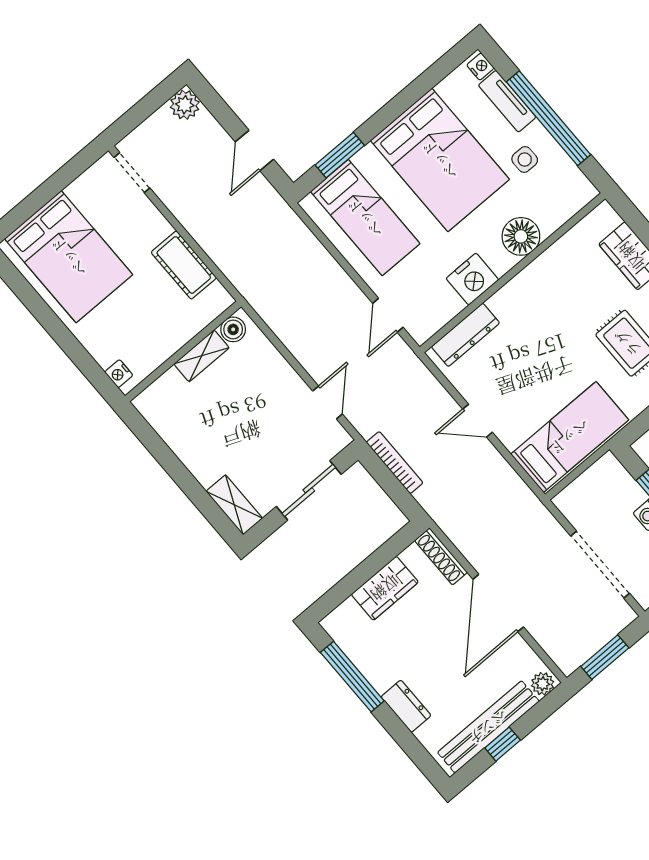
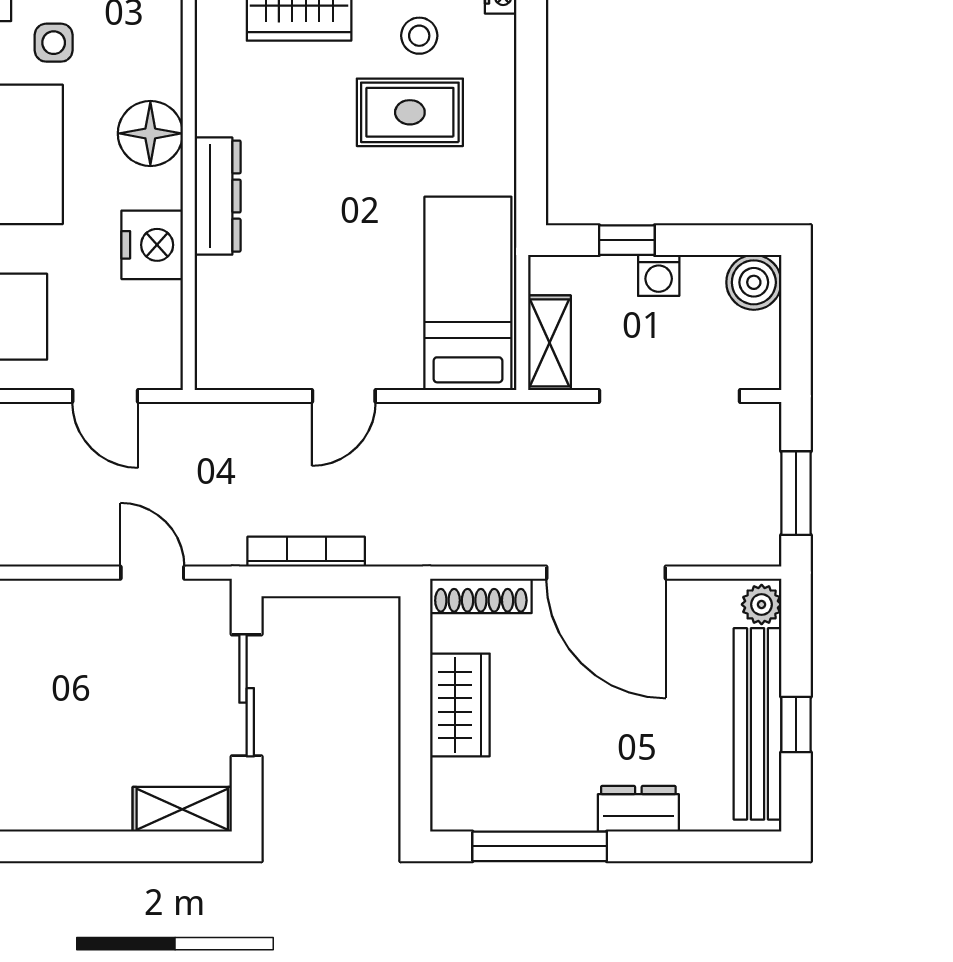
dresser: (465, 335) -> (218, 196), moved
shelving: (579, 492) -> (549, 343), added

